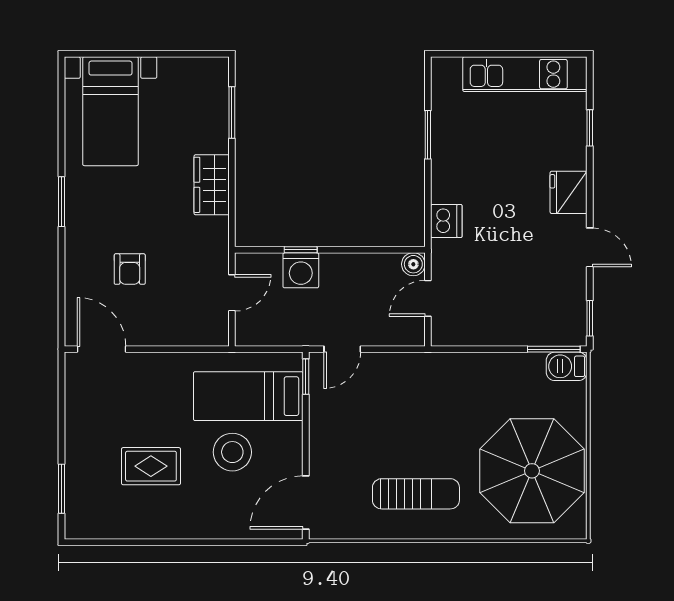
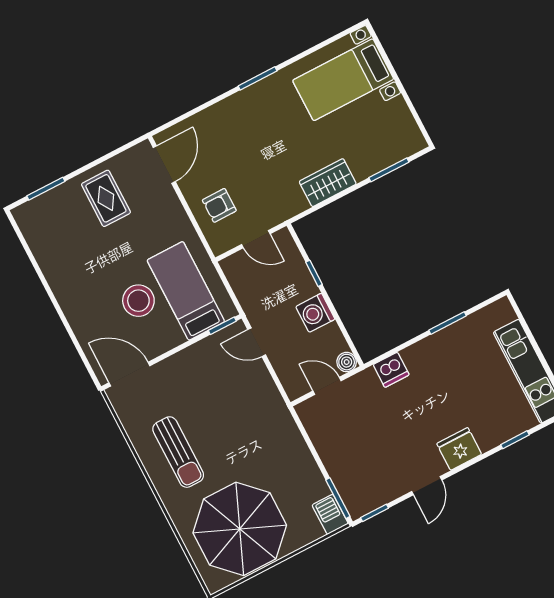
armchair: (130, 269) -> (219, 205), moved
washing machine: (301, 270) -> (315, 313), moved
rug: (151, 466) -> (106, 198), moved

